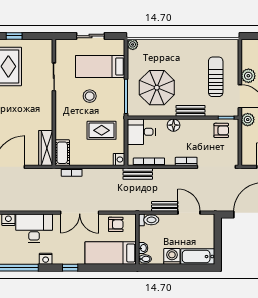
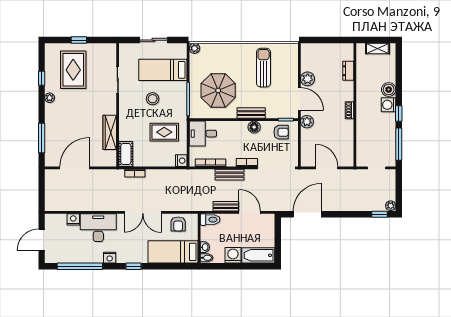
sun lounger: (216, 77) -> (264, 68), moved
floor lamp: (174, 125) -> (254, 127), moved
wardrobe: (46, 148) -> (110, 132), moved
bench: (138, 174) -> (229, 175), moved
armchair: (116, 224) -> (178, 224), turned 90

